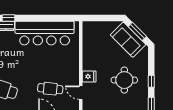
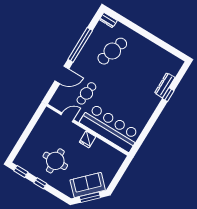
bar counter: (45, 33) -> (110, 128), moved, turned 90
fridge: (89, 76) -> (88, 139), moved

